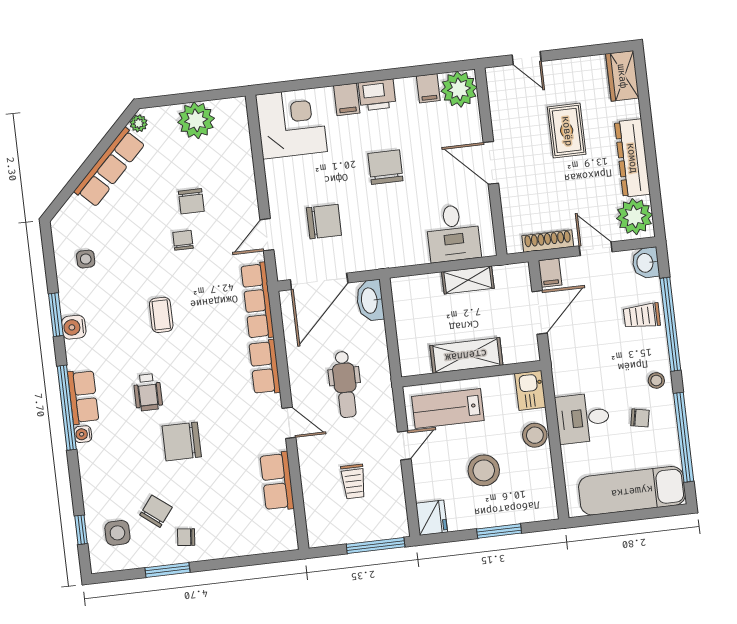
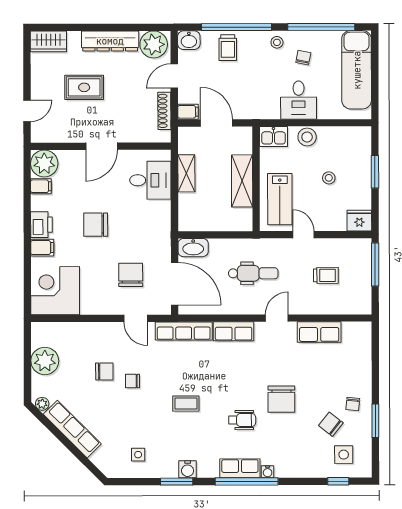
stool: (484, 470) -> (329, 178), width x0.53, depth x0.53

